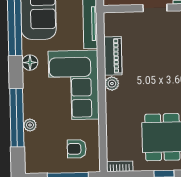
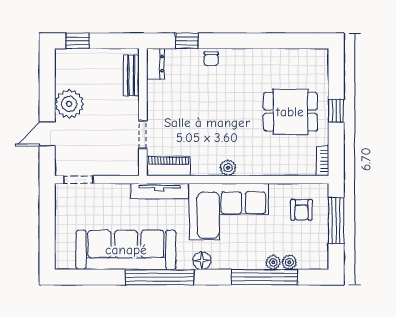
doorway: (155, 8) -> (143, 134), moved
piano: (113, 56) -> (169, 166), moved
plant: (30, 139) -> (289, 262), added

